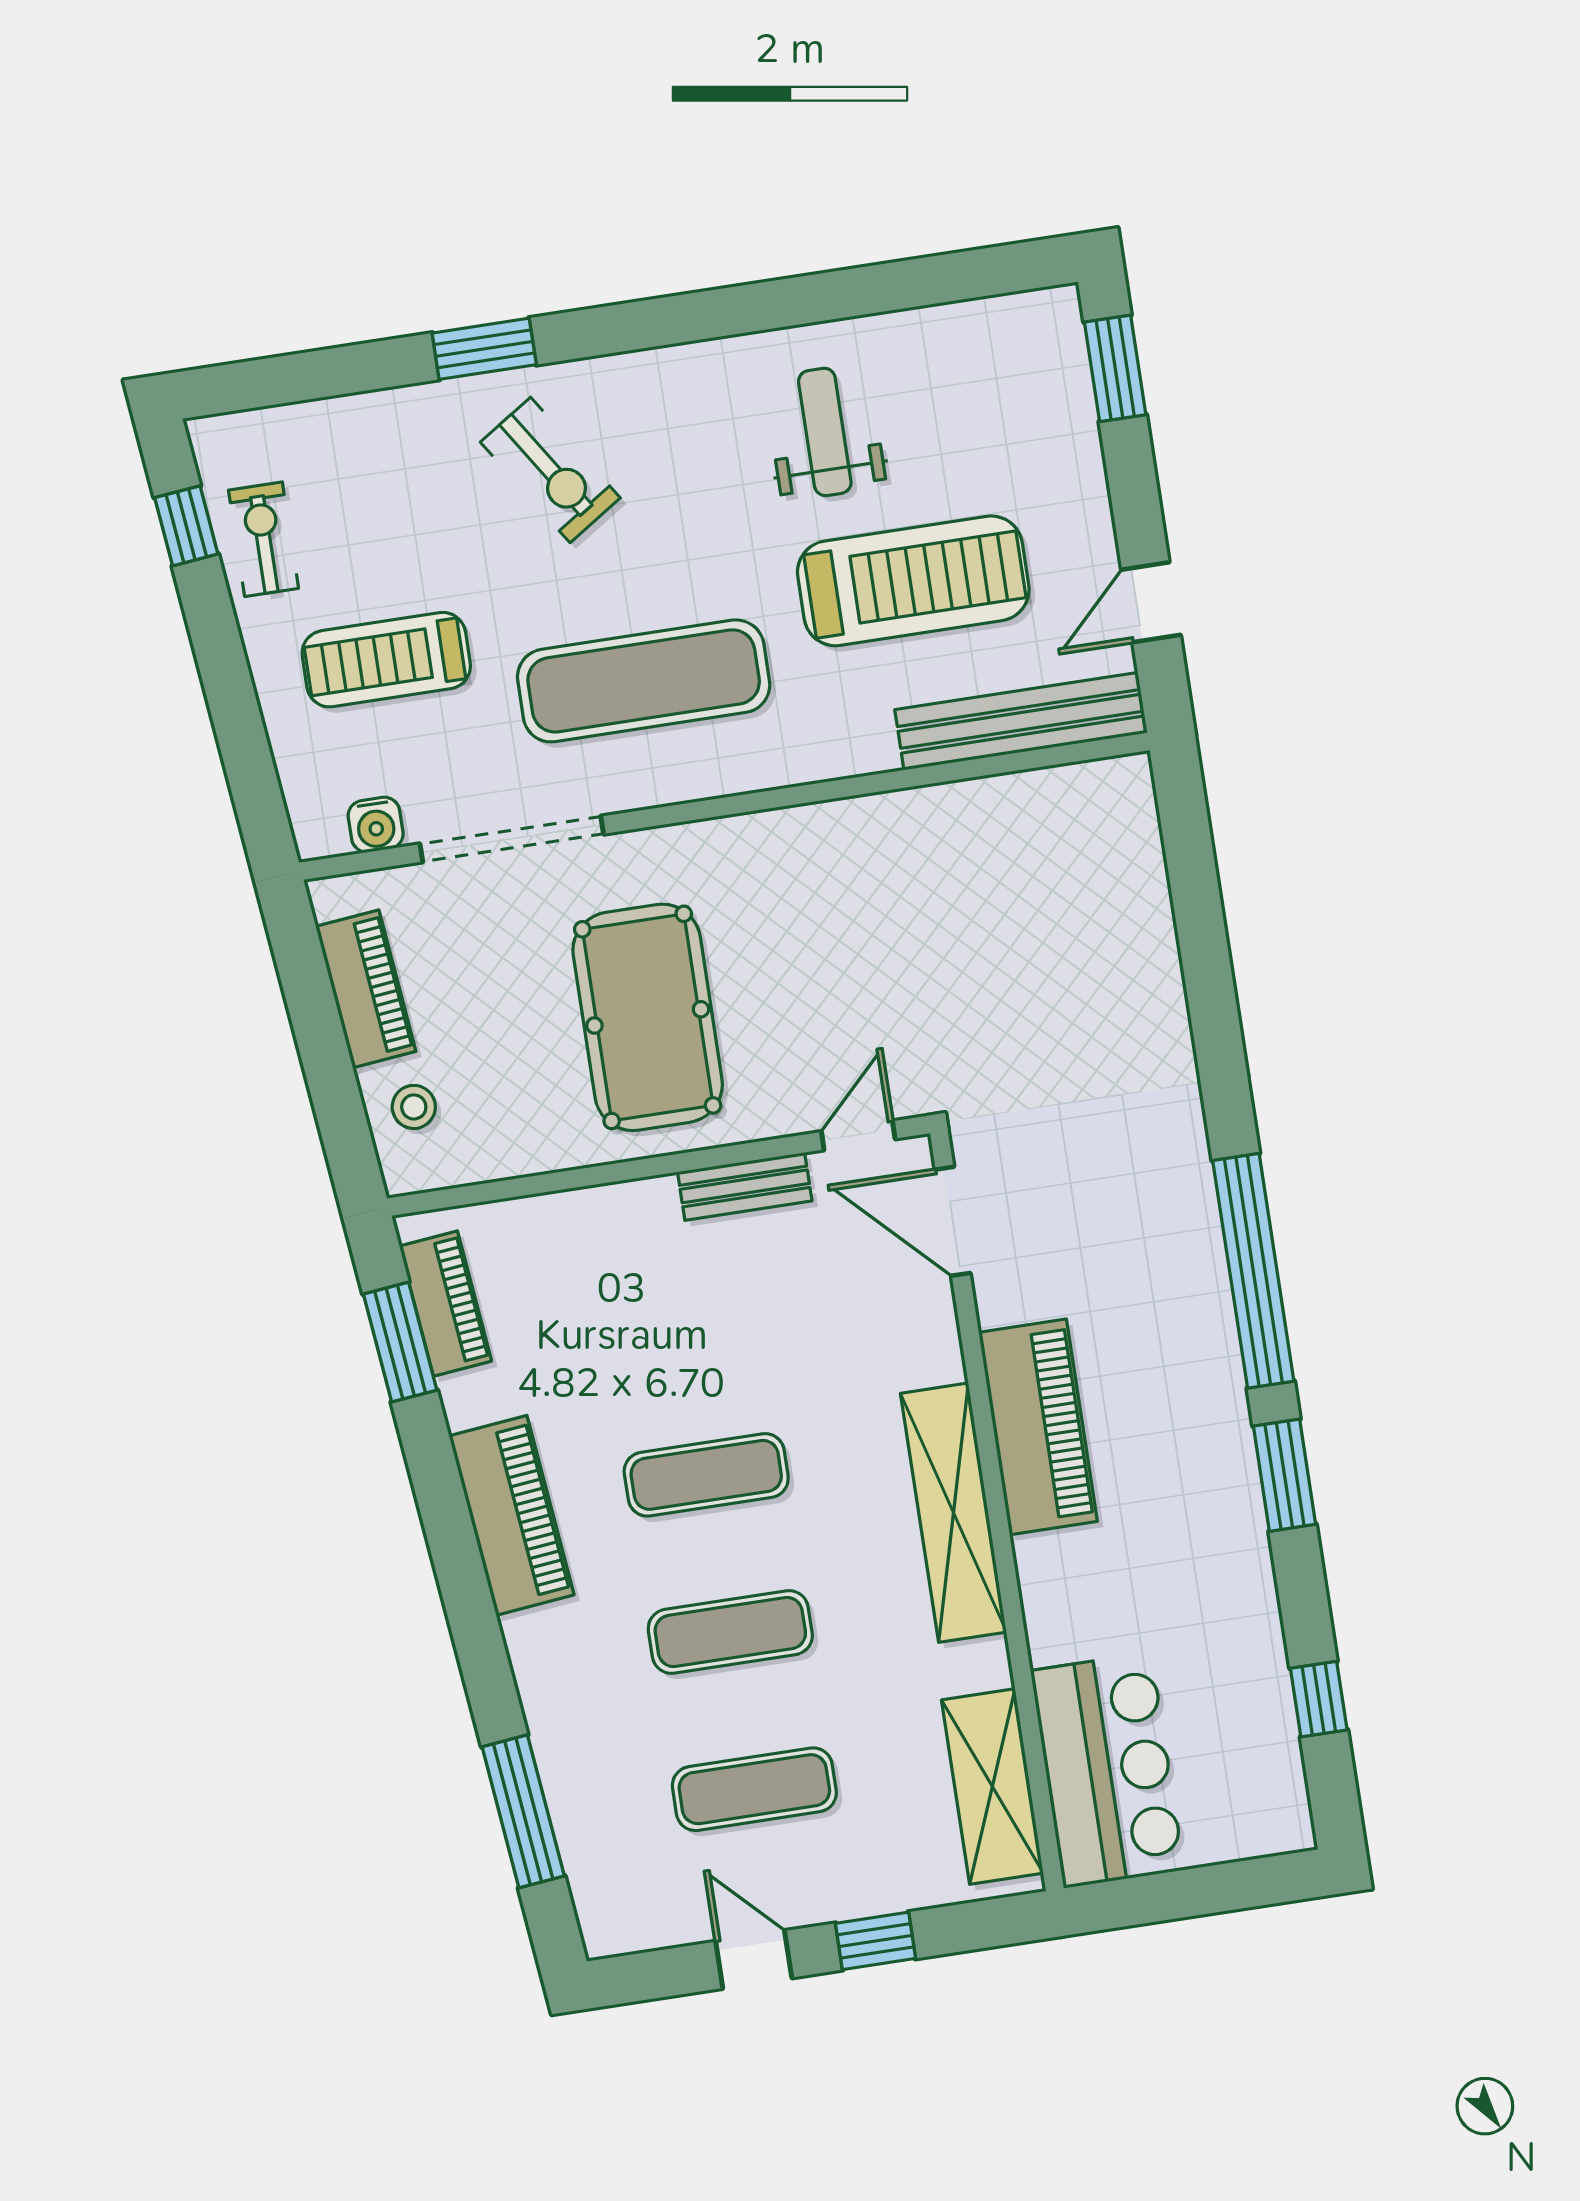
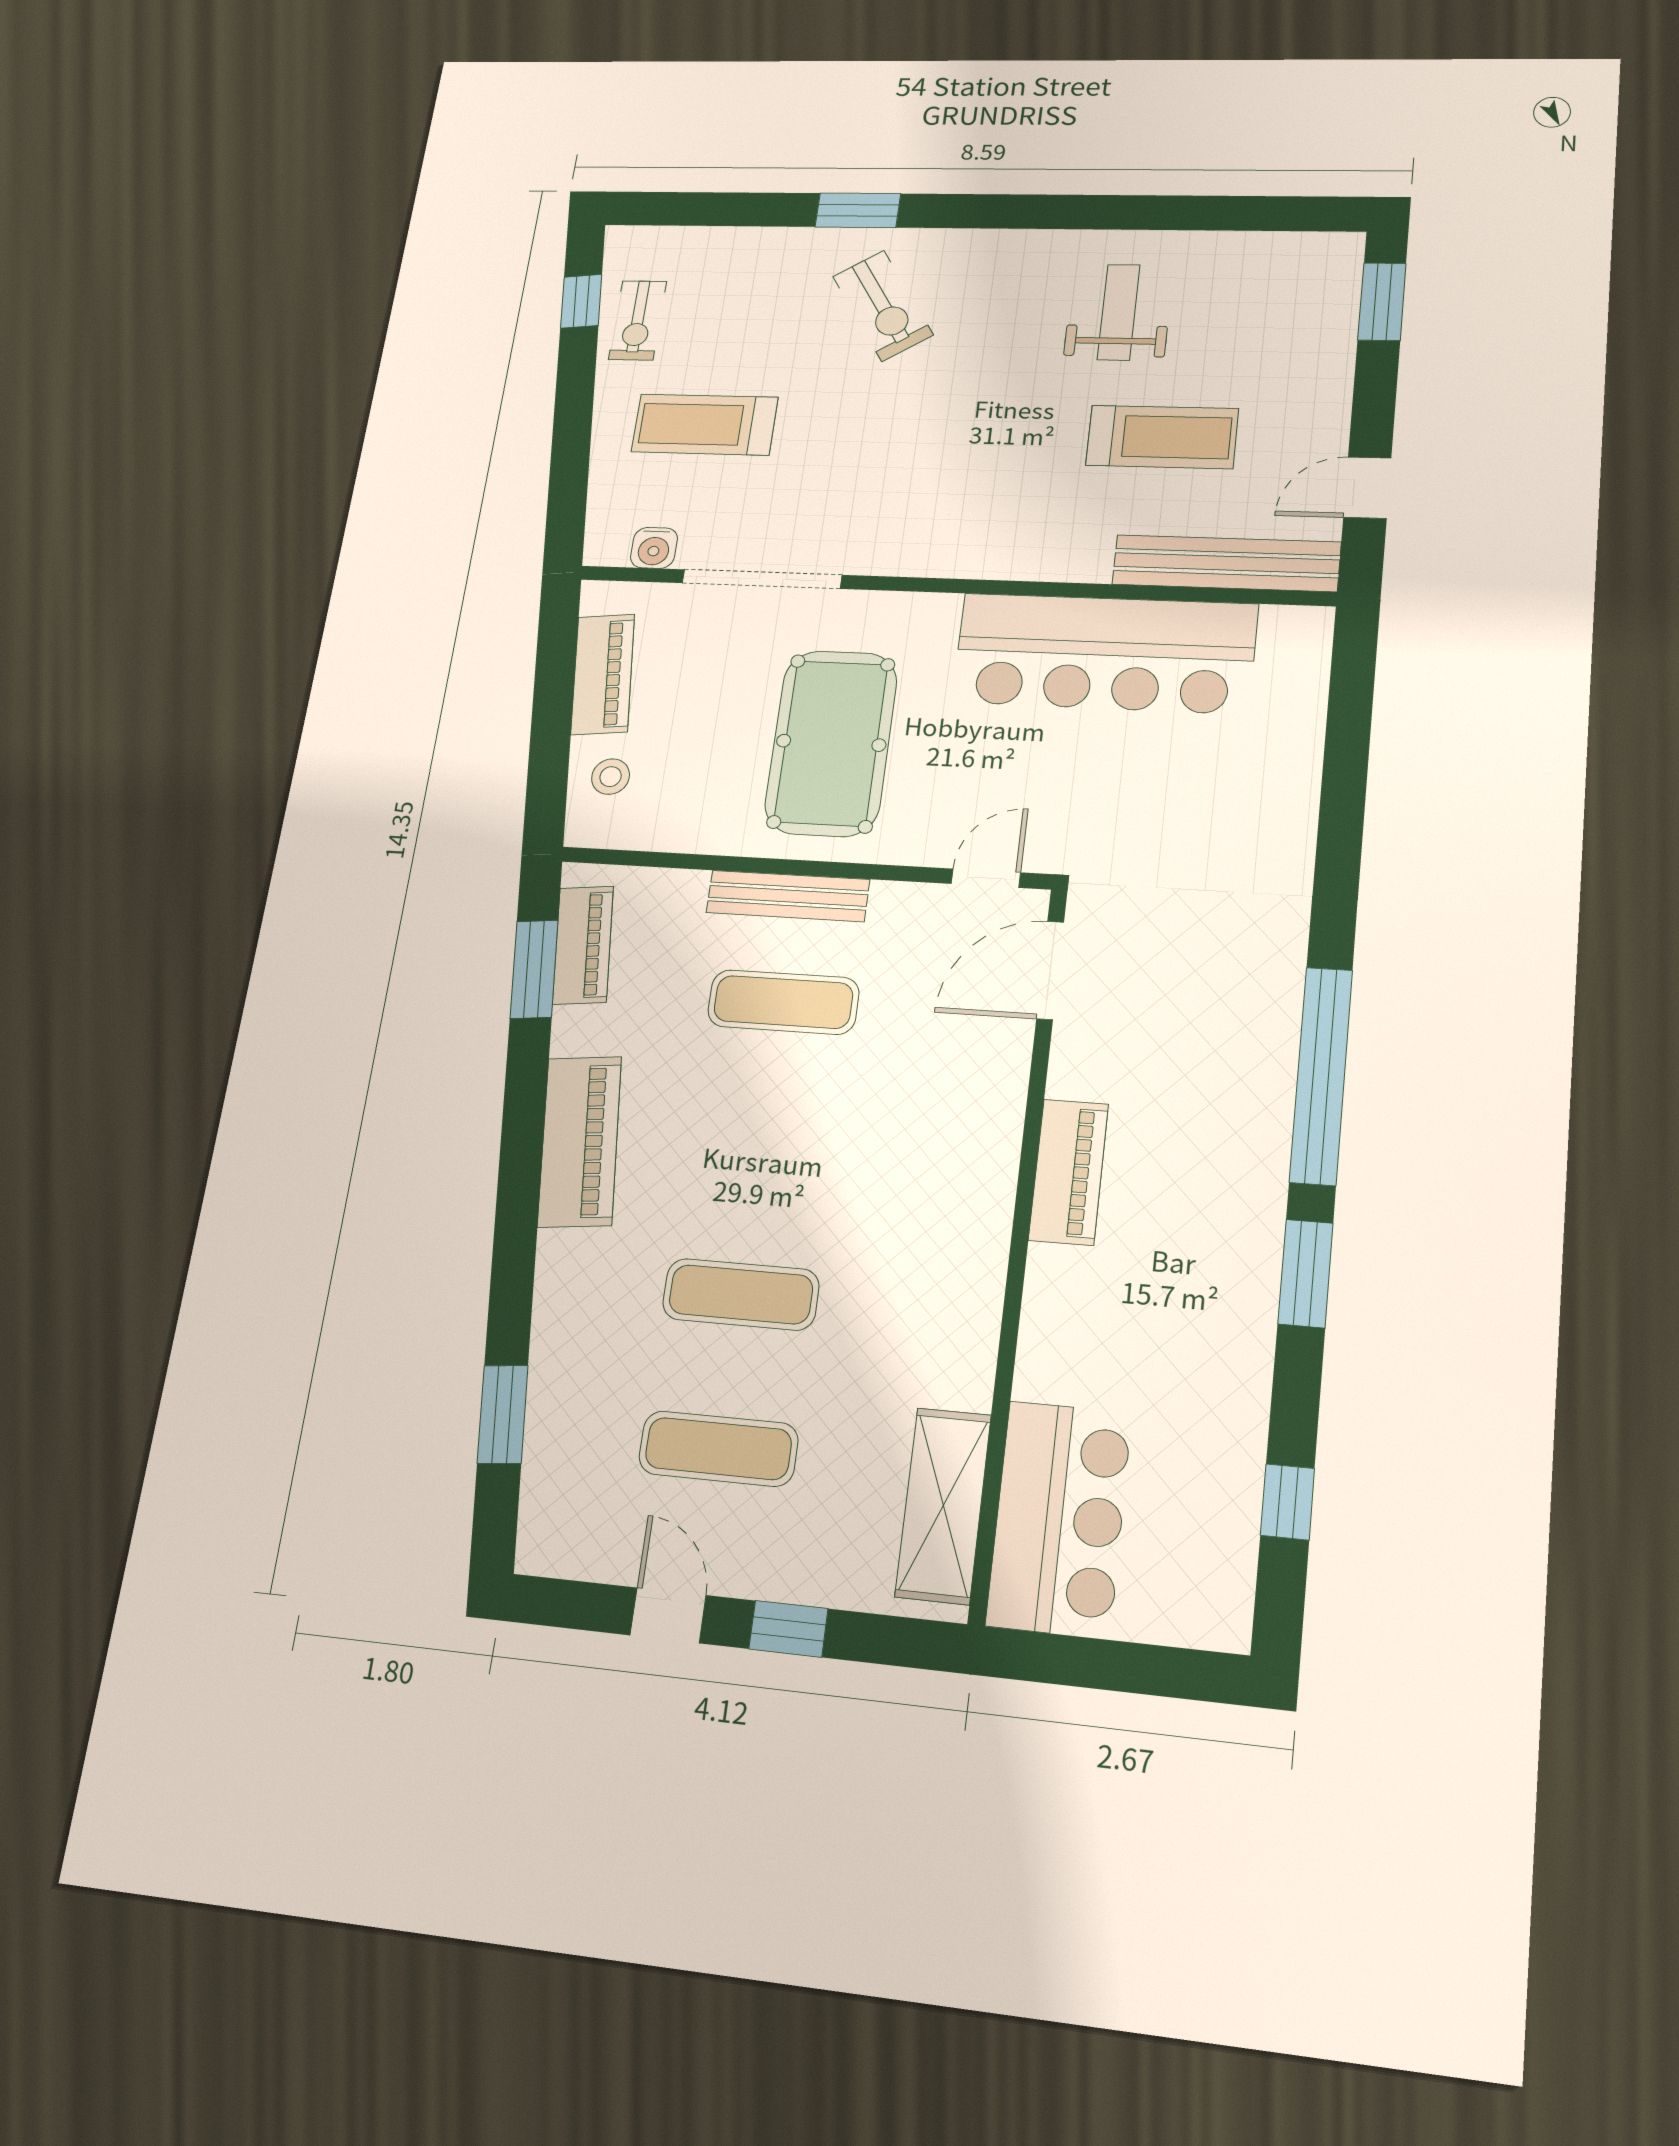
exercise bike: (263, 539) -> (638, 320), turned 180
treadmill: (913, 581) -> (1162, 437), width x0.73, depth x0.73
exercise mat: (644, 681) -> (910, 476), removed
bar counter: (917, 853) -> (1105, 653), added
bench: (745, 1186) -> (788, 896), moved, width x1.36
door: (953, 1221) -> (1050, 970), hinge flipped
piano: (1038, 1427) -> (1069, 1172), width x0.73, depth x0.75
exercise mat: (706, 1475) -> (783, 1002), moved
shelving: (954, 1513) -> (978, 1234), removed
window: (523, 1811) -> (503, 1414), width x0.69

